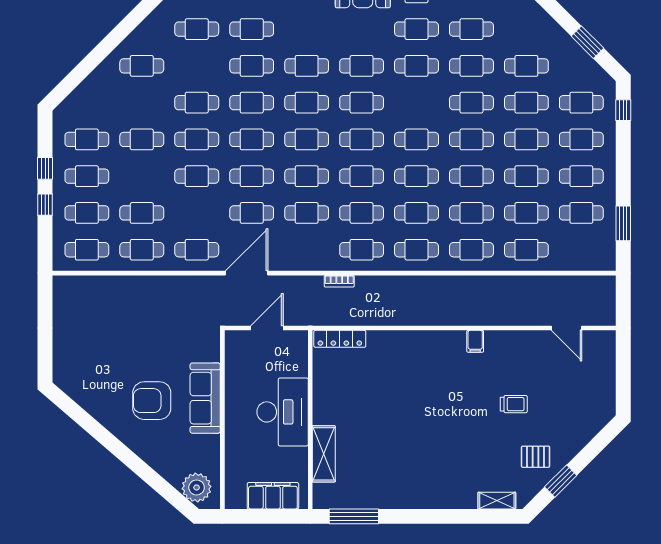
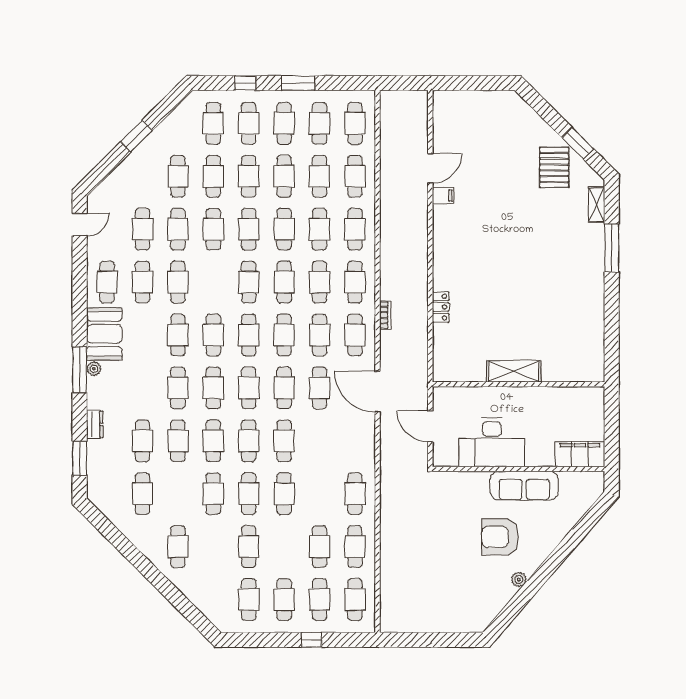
window: (587, 42) -> (137, 136), moved
window: (623, 110) -> (245, 83), moved
window: (45, 168) -> (277, 640), removed
cafe table: (252, 213) -> (355, 123), moved
window: (623, 223) -> (298, 83), moved
door: (247, 273) -> (377, 392), moved
bookcase: (339, 281) -> (385, 315), moved
door: (567, 328) -> (430, 168), moved
locker: (340, 339) -> (441, 307), moved, width x0.66
filing cabinet: (475, 341) -> (443, 196), moved
sofa: (205, 398) -> (524, 486), moved
armchair: (152, 401) -> (500, 537), turned 90
trolley: (514, 404) -> (504, 188), removed
desk: (283, 412) -> (492, 442), moved, turned 180
shelving: (324, 454) -> (514, 371), moved
pallet: (536, 457) -> (554, 167), width x1.50, depth x1.42
plant: (197, 487) -> (519, 580), moved, width x0.53, depth x0.53
filing cabinet: (273, 496) -> (580, 454), moved, turned 90
window: (354, 516) -> (612, 248), moved

